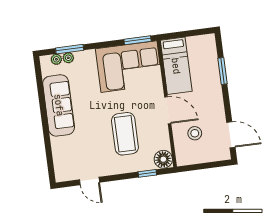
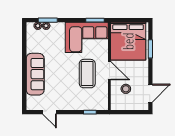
bed: (176, 66) -> (128, 41), width x2.04
sofa: (59, 105) -> (35, 74), moved
coffee table: (125, 134) -> (87, 74), moved
door: (231, 135) -> (150, 93), hinge flipped
floor lamp: (163, 159) -> (102, 104), removed

